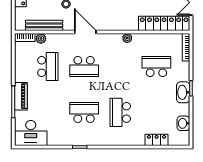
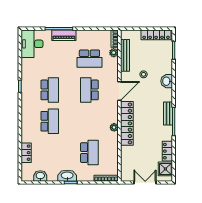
locker: (164, 23) -> (127, 123), moved
school desk: (120, 112) -> (50, 121), turned 90

